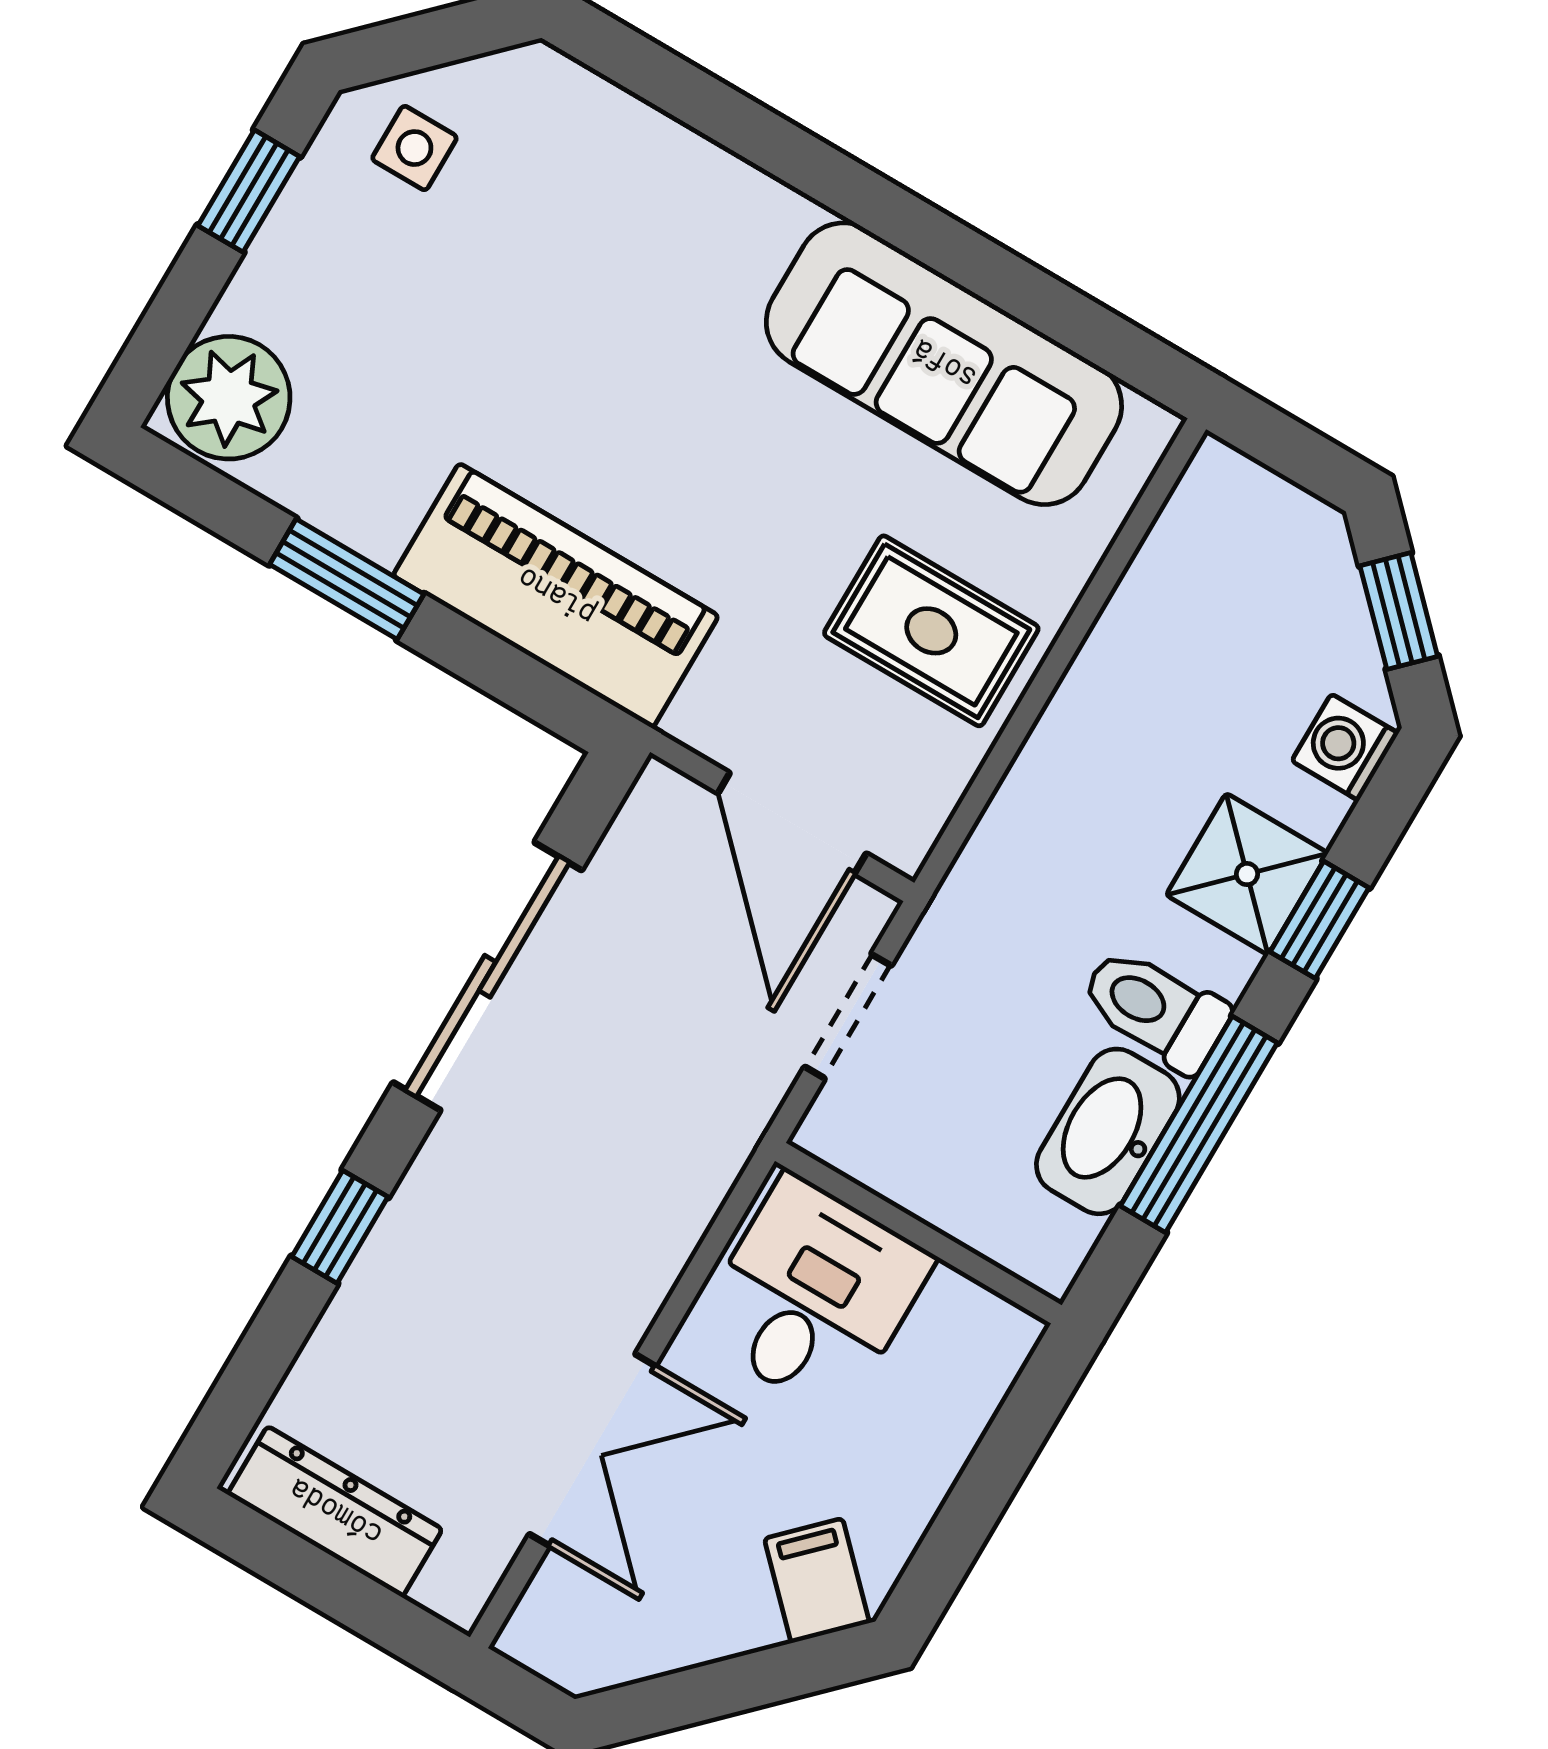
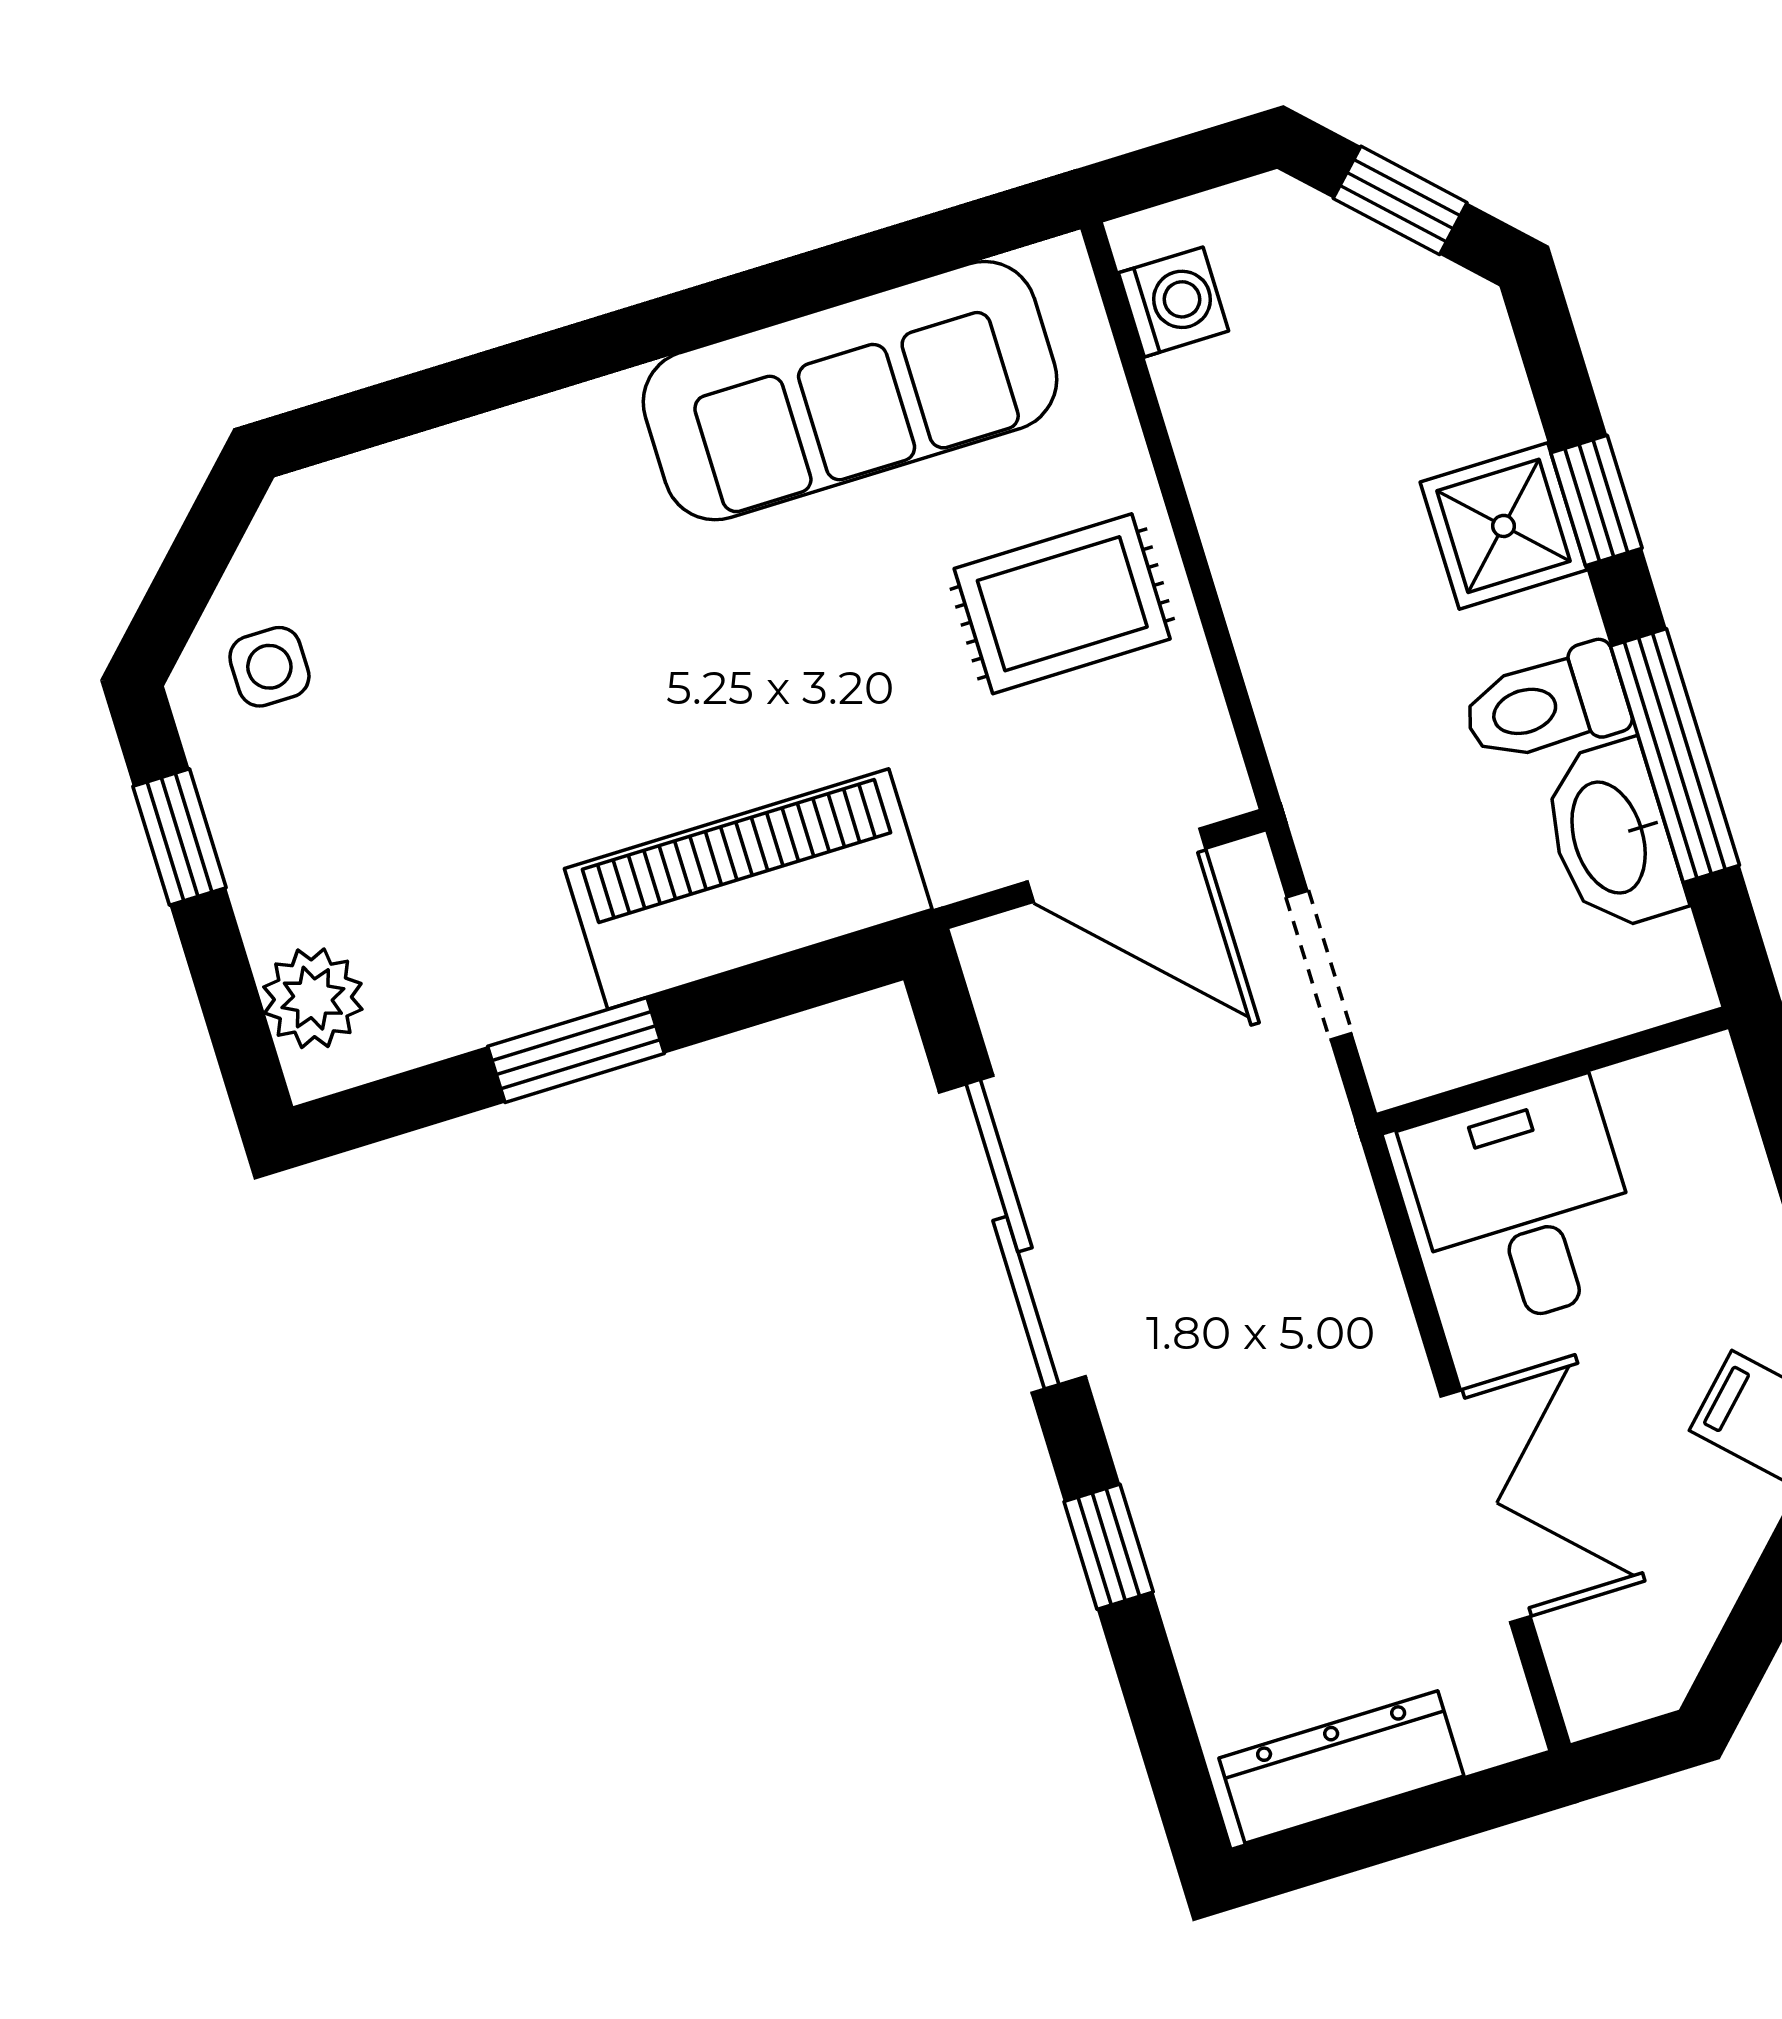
plant: (229, 398) -> (313, 998), width x0.73, depth x0.73
washing machine: (1345, 747) -> (1174, 302), moved, turned 180

